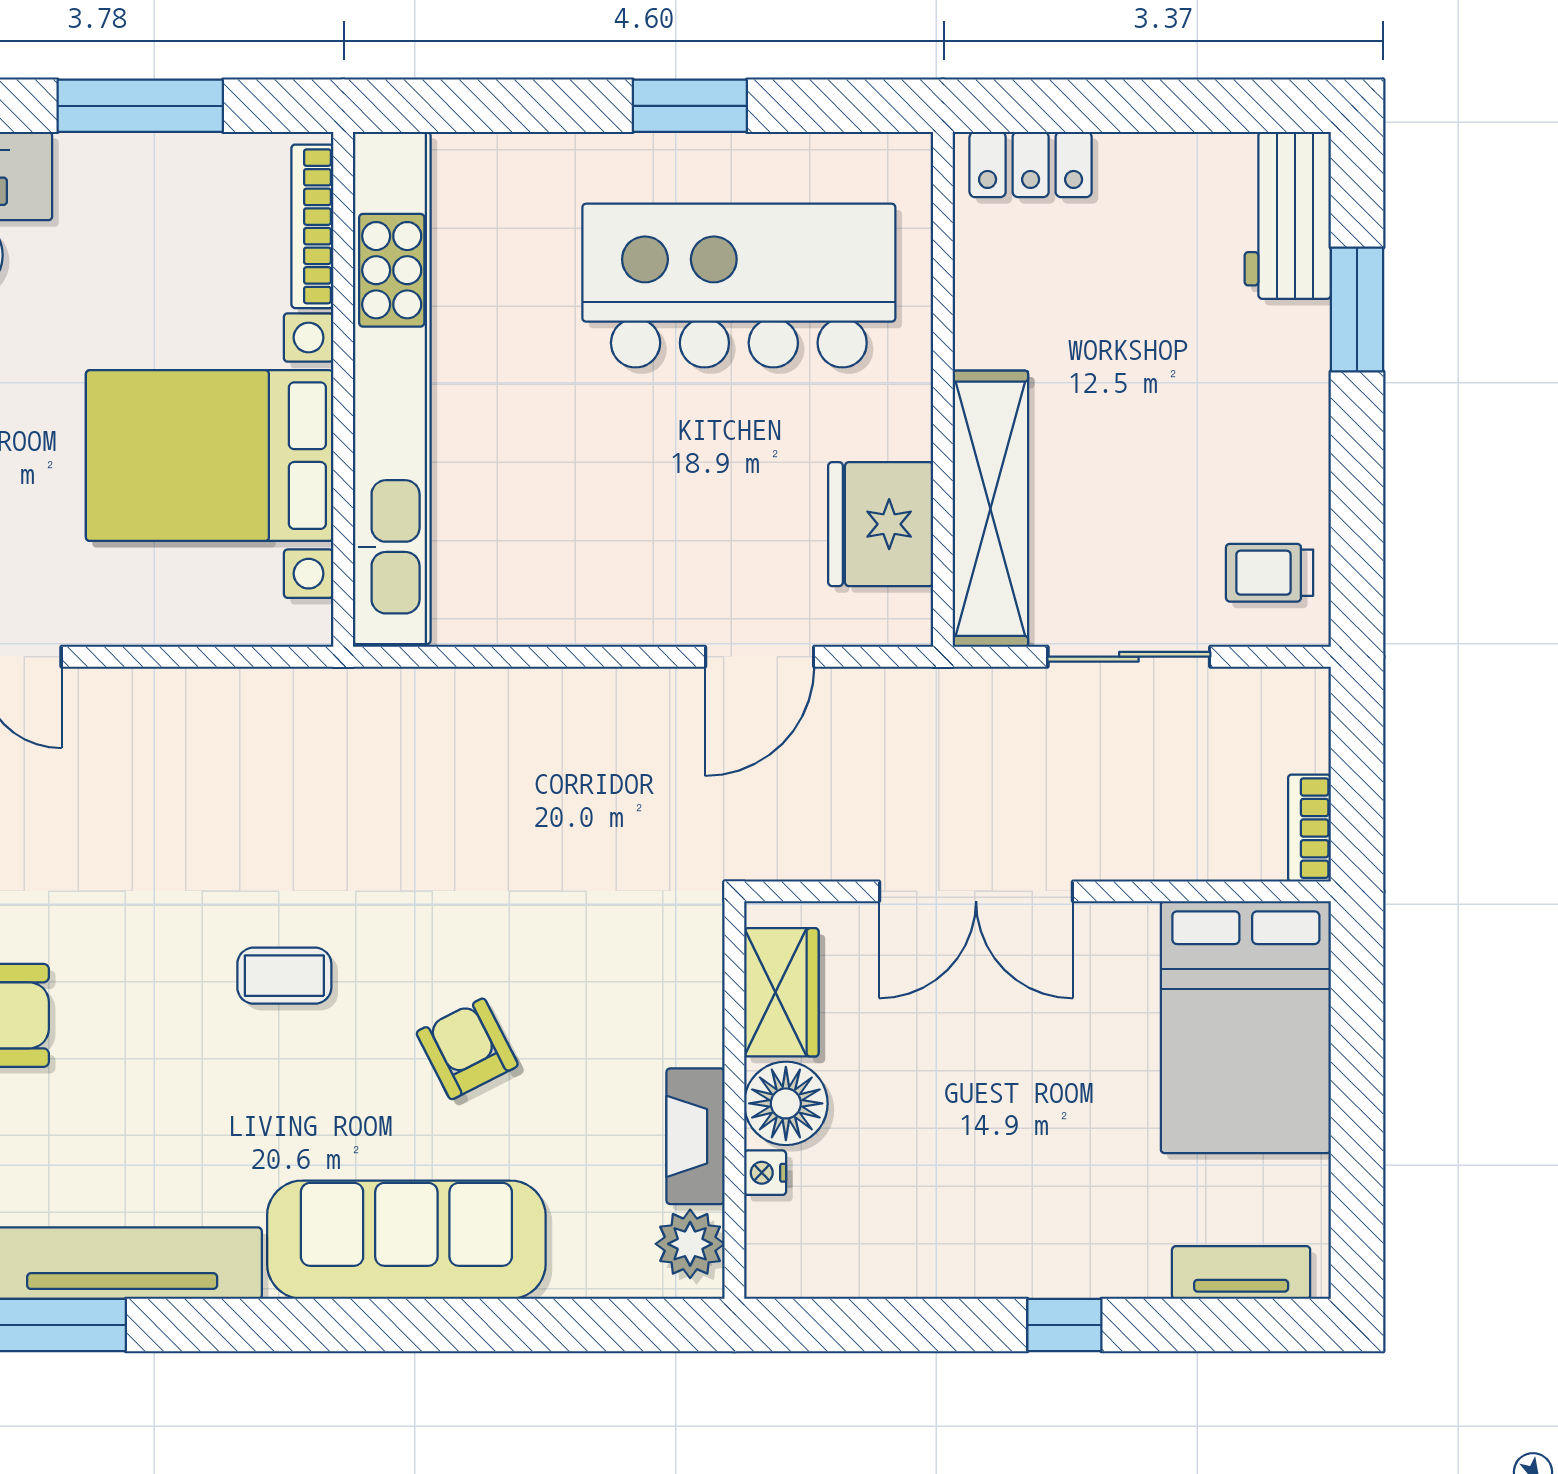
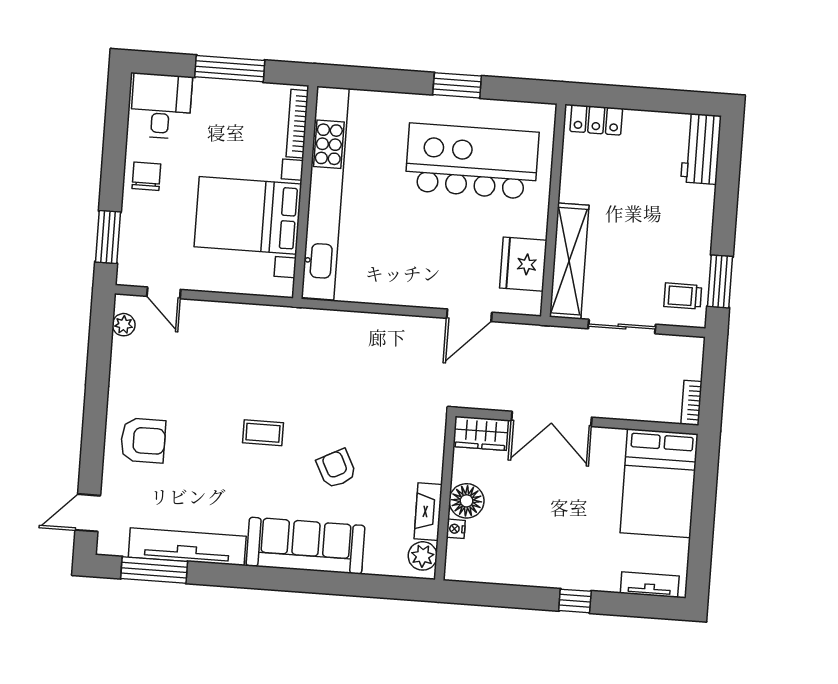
window: (1357, 310) -> (720, 281), moved
wardrobe: (781, 992) -> (481, 433), moved, turned 90

